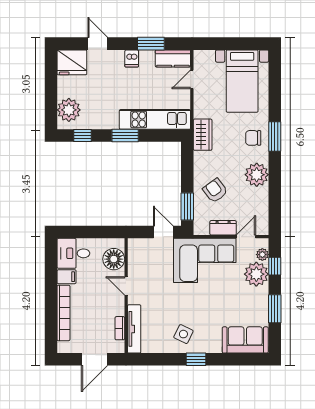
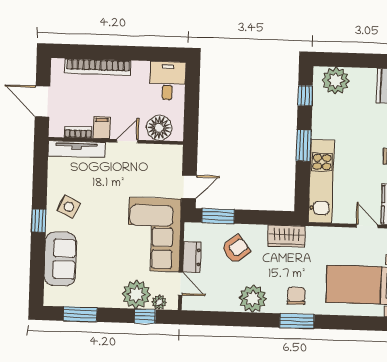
wardrobe: (203, 135) -> (286, 236), moved
filing cabinet: (67, 277) -> (102, 128), moved, turned 180
window: (275, 309) -> (80, 314), moved
sofa: (245, 340) -> (60, 259), moved

